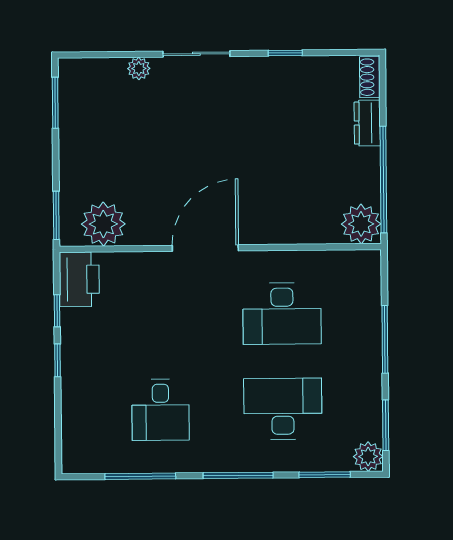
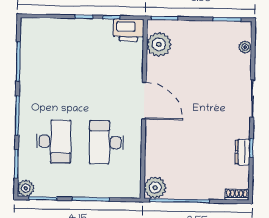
plant: (139, 68) -> (245, 47), moved
dresser: (367, 123) -> (242, 152), moved, turned -90
desk: (161, 410) -> (55, 73), removed

